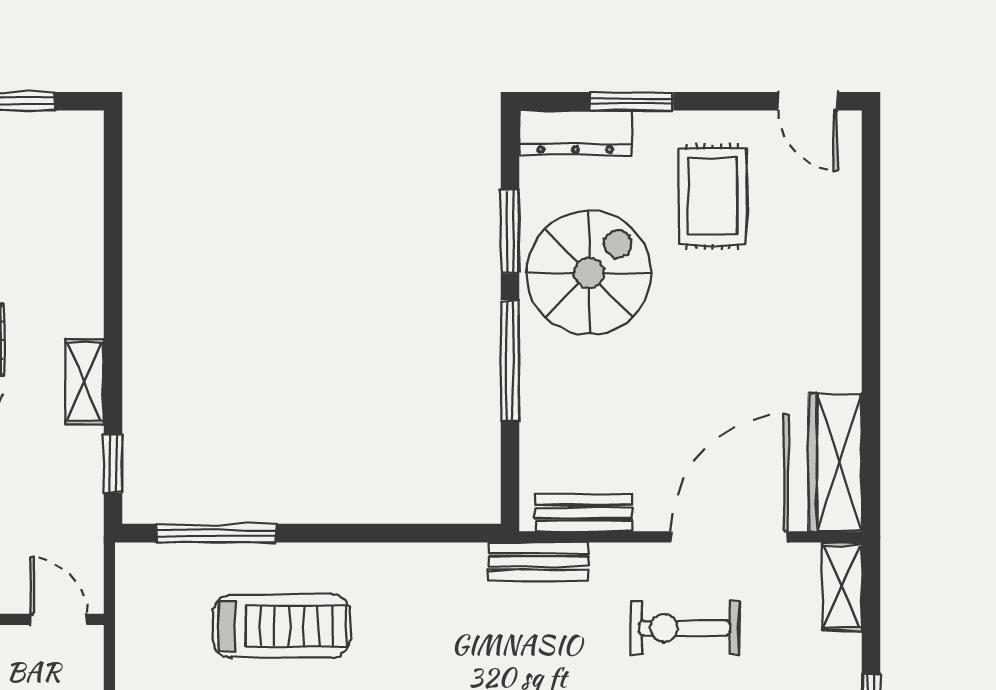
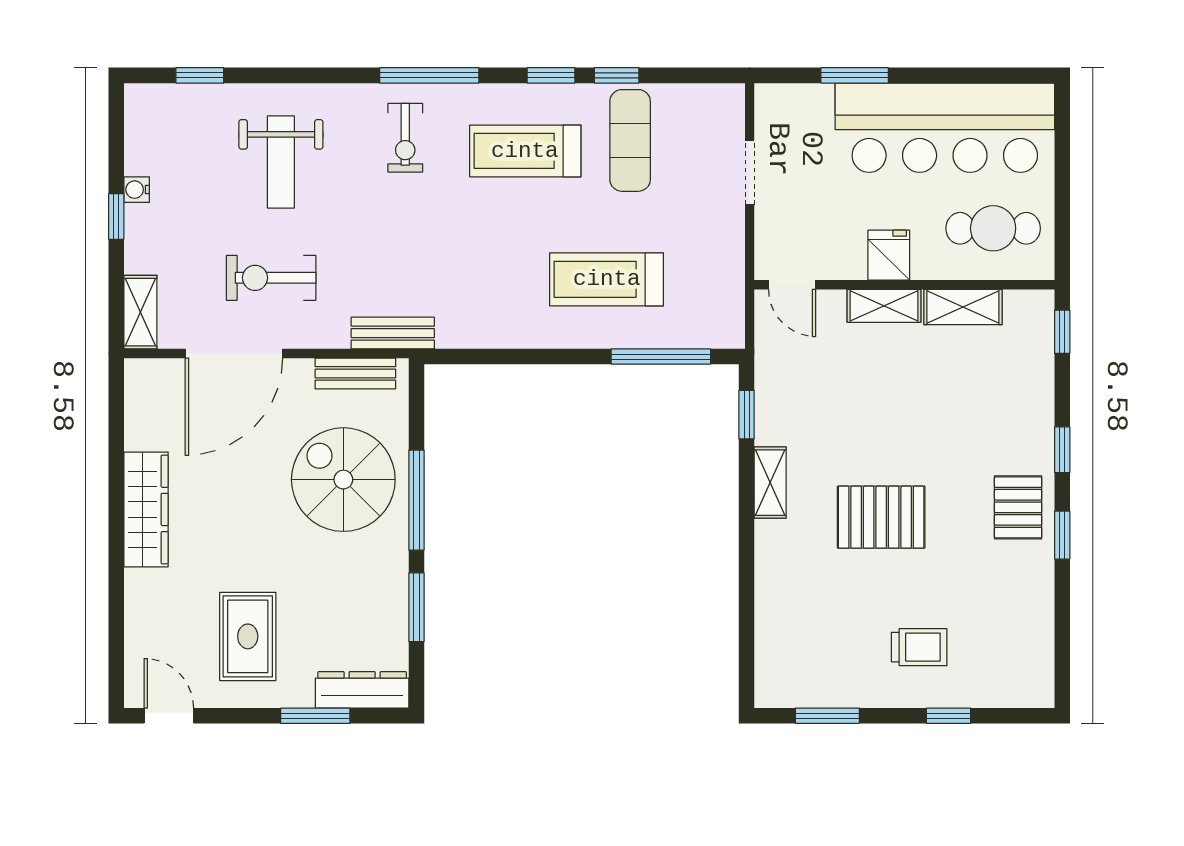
spiral stairs: (589, 273) -> (343, 480), moved, turned 90
wardrobe: (835, 462) -> (146, 509), moved
exercise bike: (685, 628) -> (271, 278), turned 180

